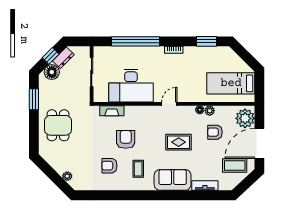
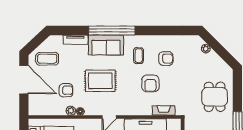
plant: (245, 118) -> (37, 103), removed
rug: (179, 142) -> (100, 81), width x1.36, depth x1.43
door: (259, 143) -> (24, 80), hinge flipped
window: (166, 195) -> (112, 31), added

